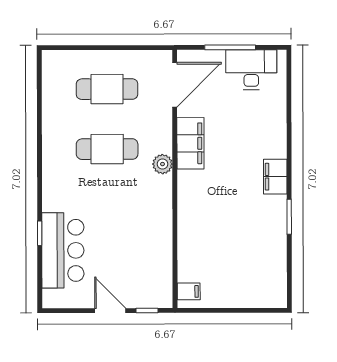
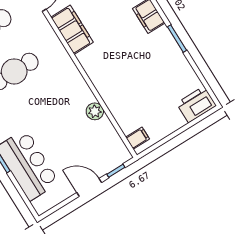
plant: (162, 164) -> (95, 111), moved
printer: (268, 294) -> (196, 104), added

